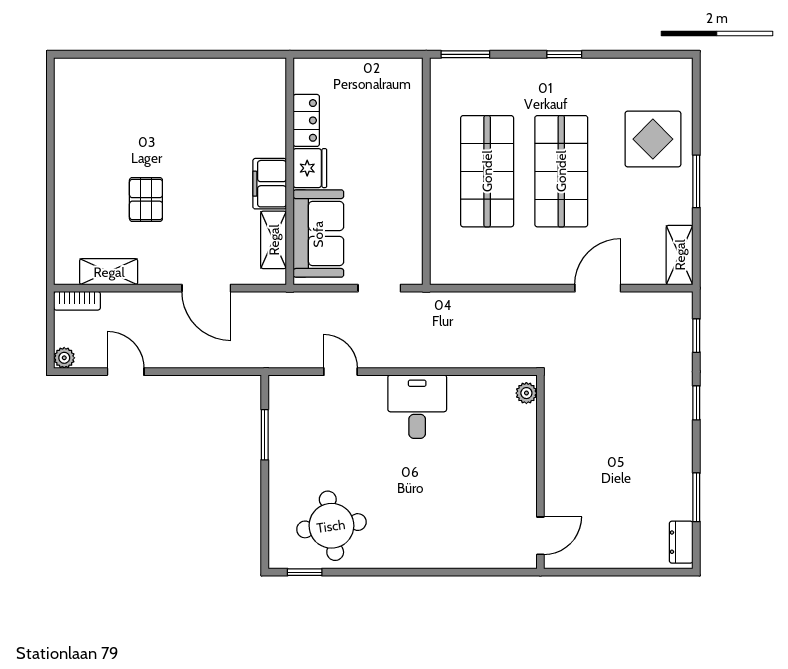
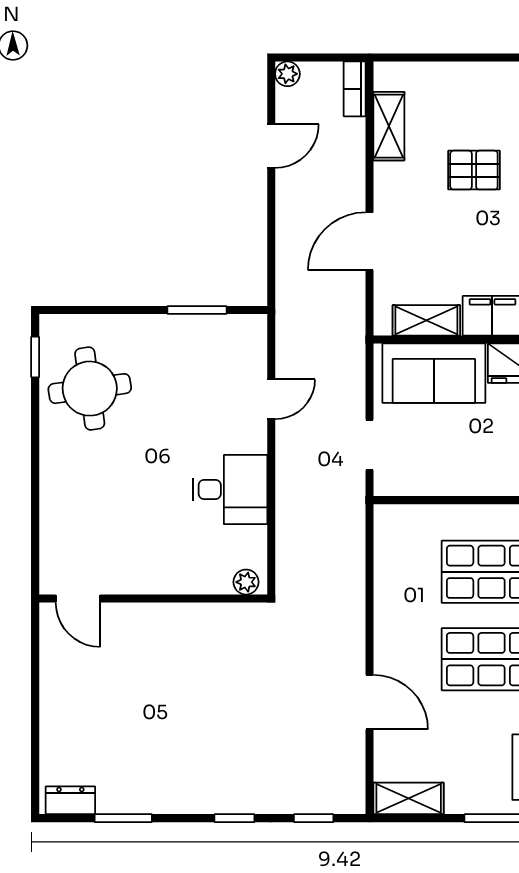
plant: (526, 393) -> (246, 582), moved
wall: (540, 472) -> (153, 599), moved
door: (540, 536) -> (78, 599), moved

